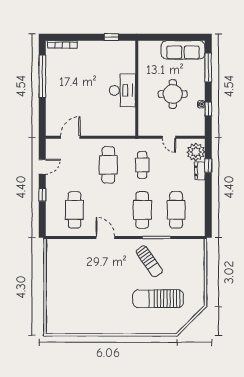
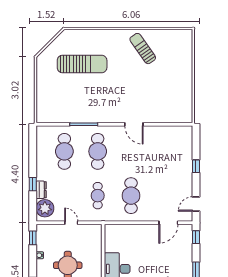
window: (208, 109) -> (33, 238), moved
window: (42, 123) -> (196, 237), added
window: (208, 166) -> (33, 184), moved
door: (42, 167) -> (196, 204), moved
cafe table: (74, 210) -> (164, 151), removed
sun lounger: (149, 261) -> (143, 49), moved

